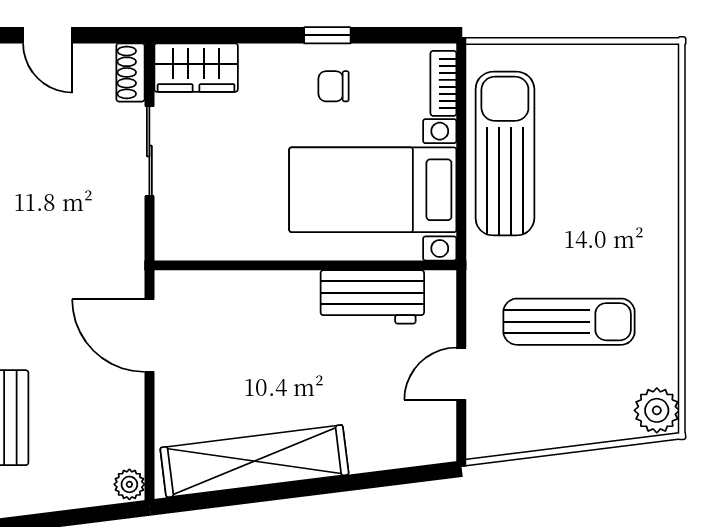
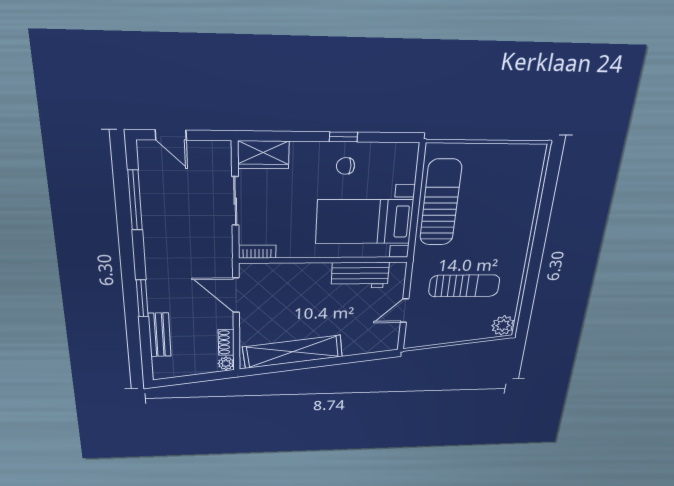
shoe rack: (130, 72) -> (226, 342), moved
bookcase: (443, 83) -> (257, 252), moved, turned 90

